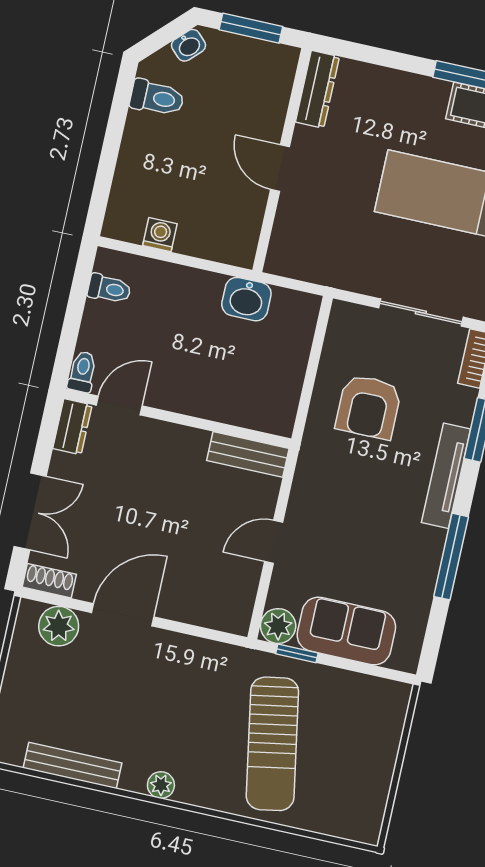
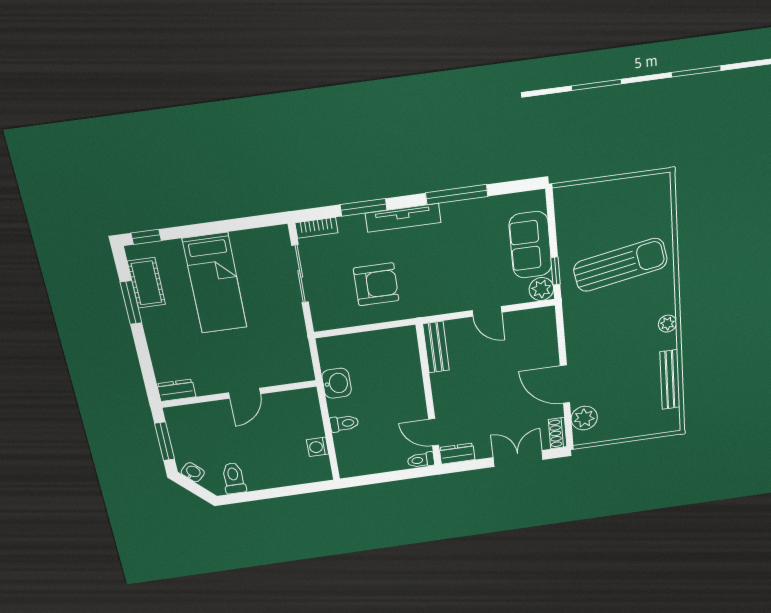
dresser: (317, 89) -> (176, 390), width x0.70
toilet: (109, 289) -> (344, 423), moved, turned 90

